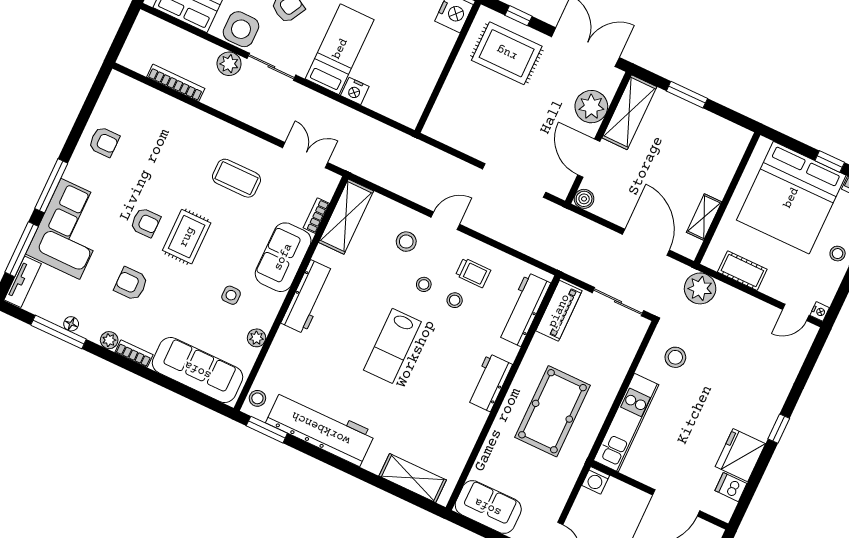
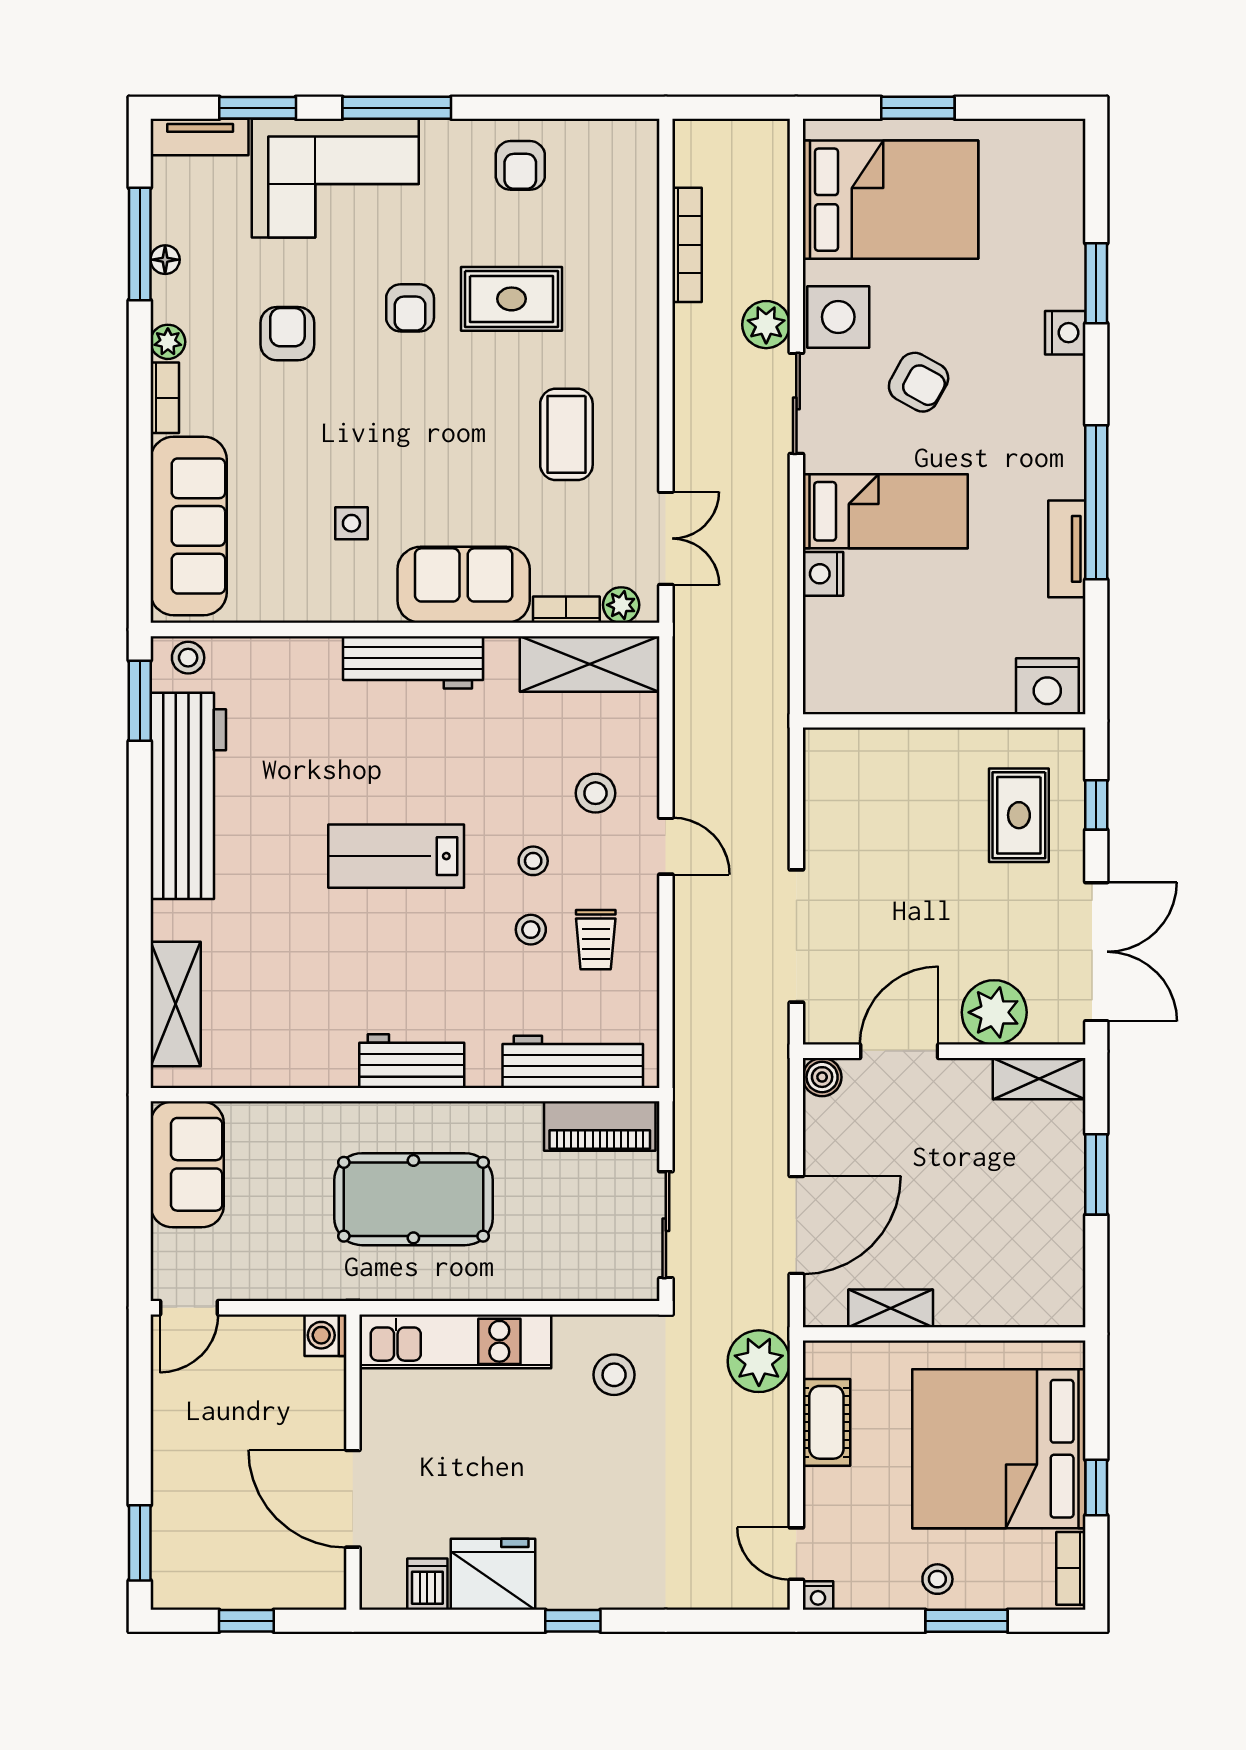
rug: (507, 53) -> (1019, 815), width x0.73, depth x0.70
shelving: (629, 112) -> (1039, 1079), width x0.67, depth x0.75
rug: (187, 237) -> (512, 299), moved
window: (22, 249) -> (258, 108), width x0.69
plant: (257, 338) -> (621, 605), moved

